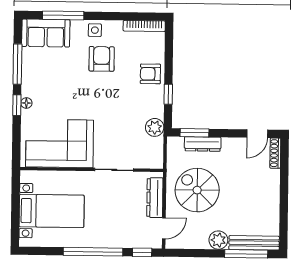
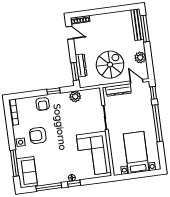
spiral stairs: (197, 190) -> (110, 65), turned 180
plant: (218, 240) -> (140, 57), moved

